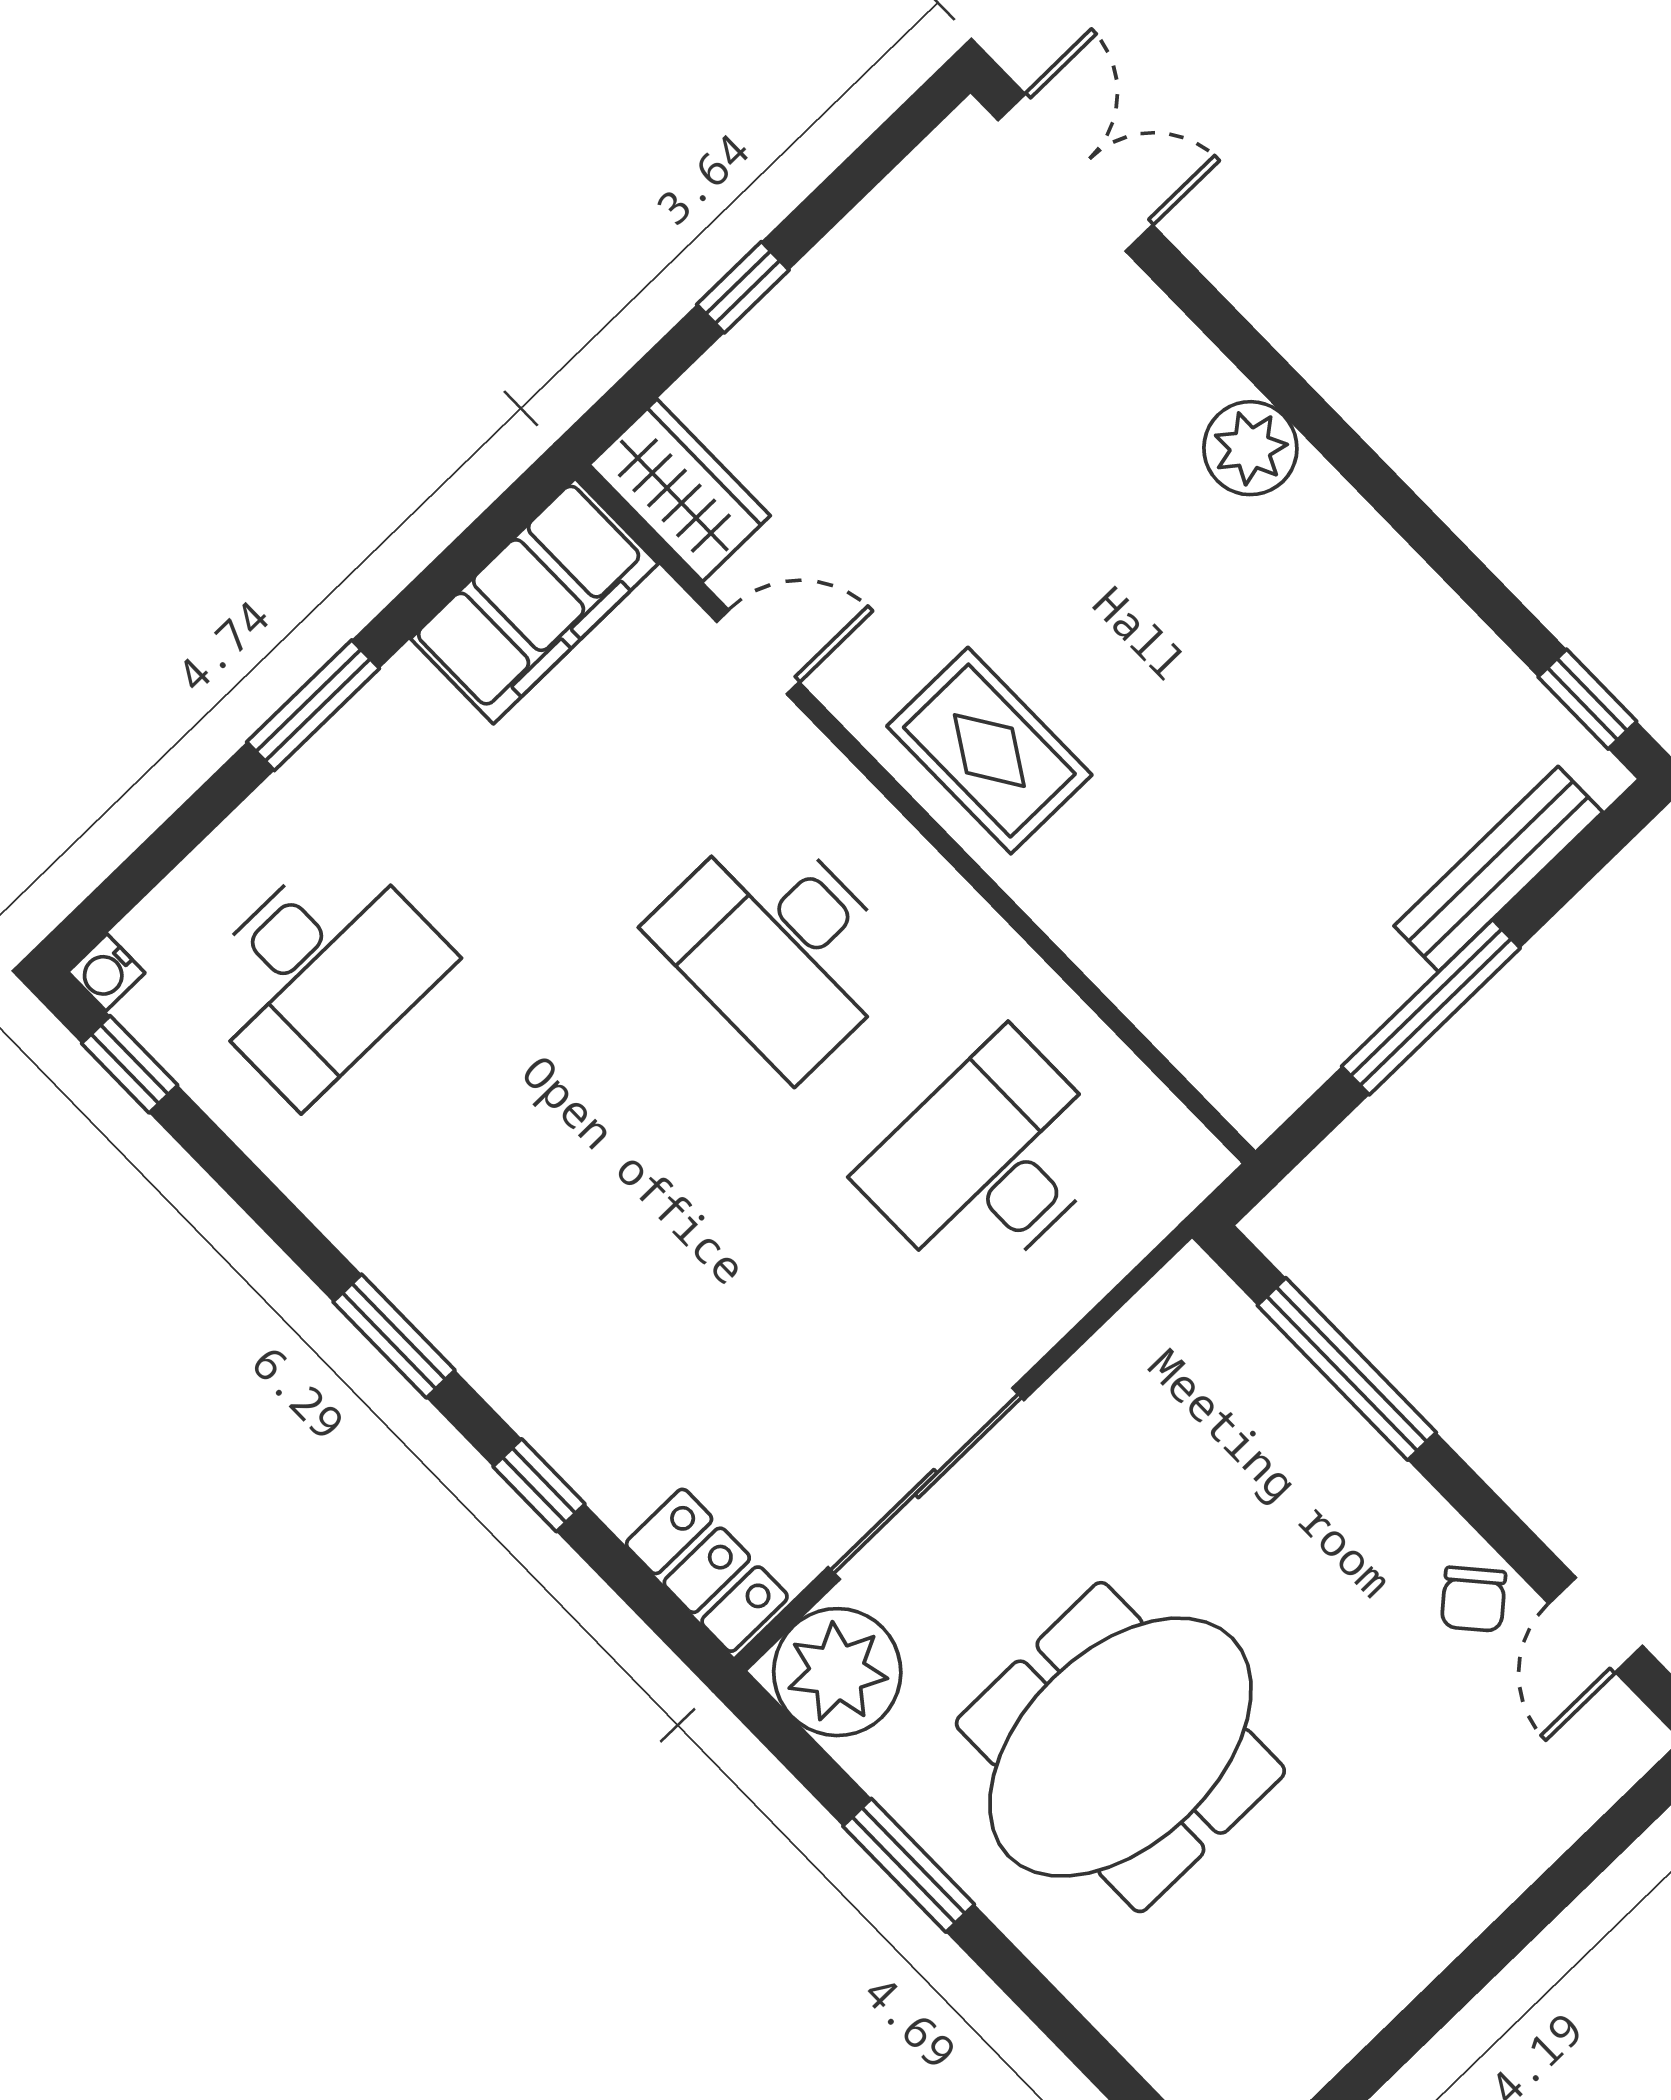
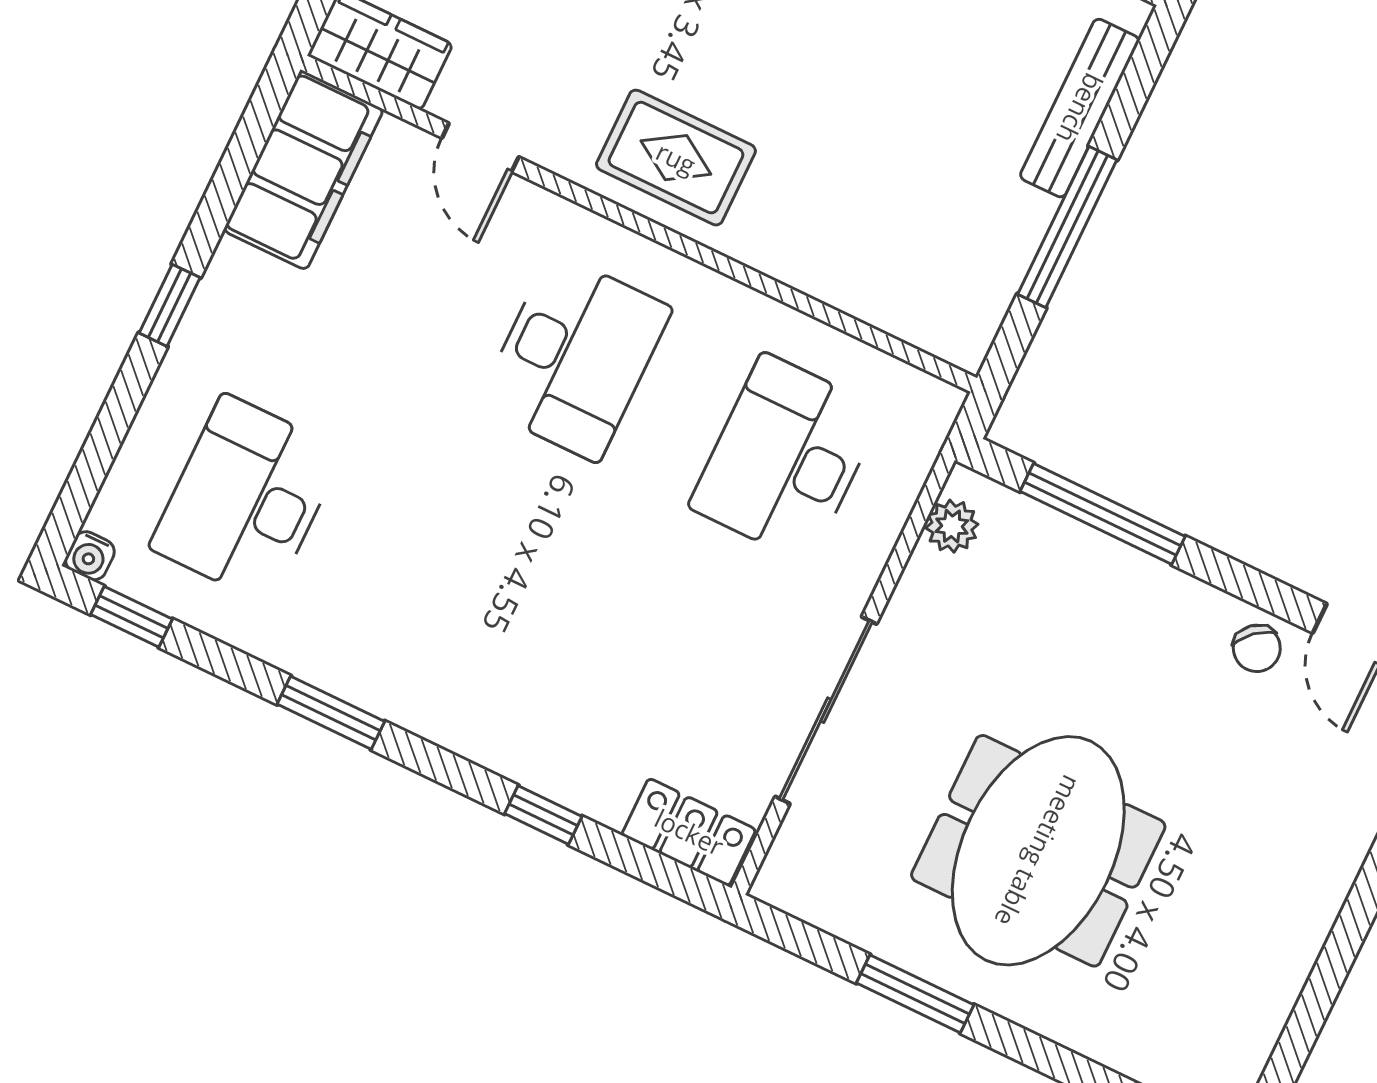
door: (758, 652) -> (480, 147), swing flipped
window: (313, 705) -> (170, 305), width x0.67
desk: (779, 946) -> (575, 357), turned -90
desk: (320, 973) -> (246, 499), turned 180
window: (394, 1336) -> (331, 713), moved
plant: (837, 1672) -> (952, 526), moved, width x0.53, depth x0.53

